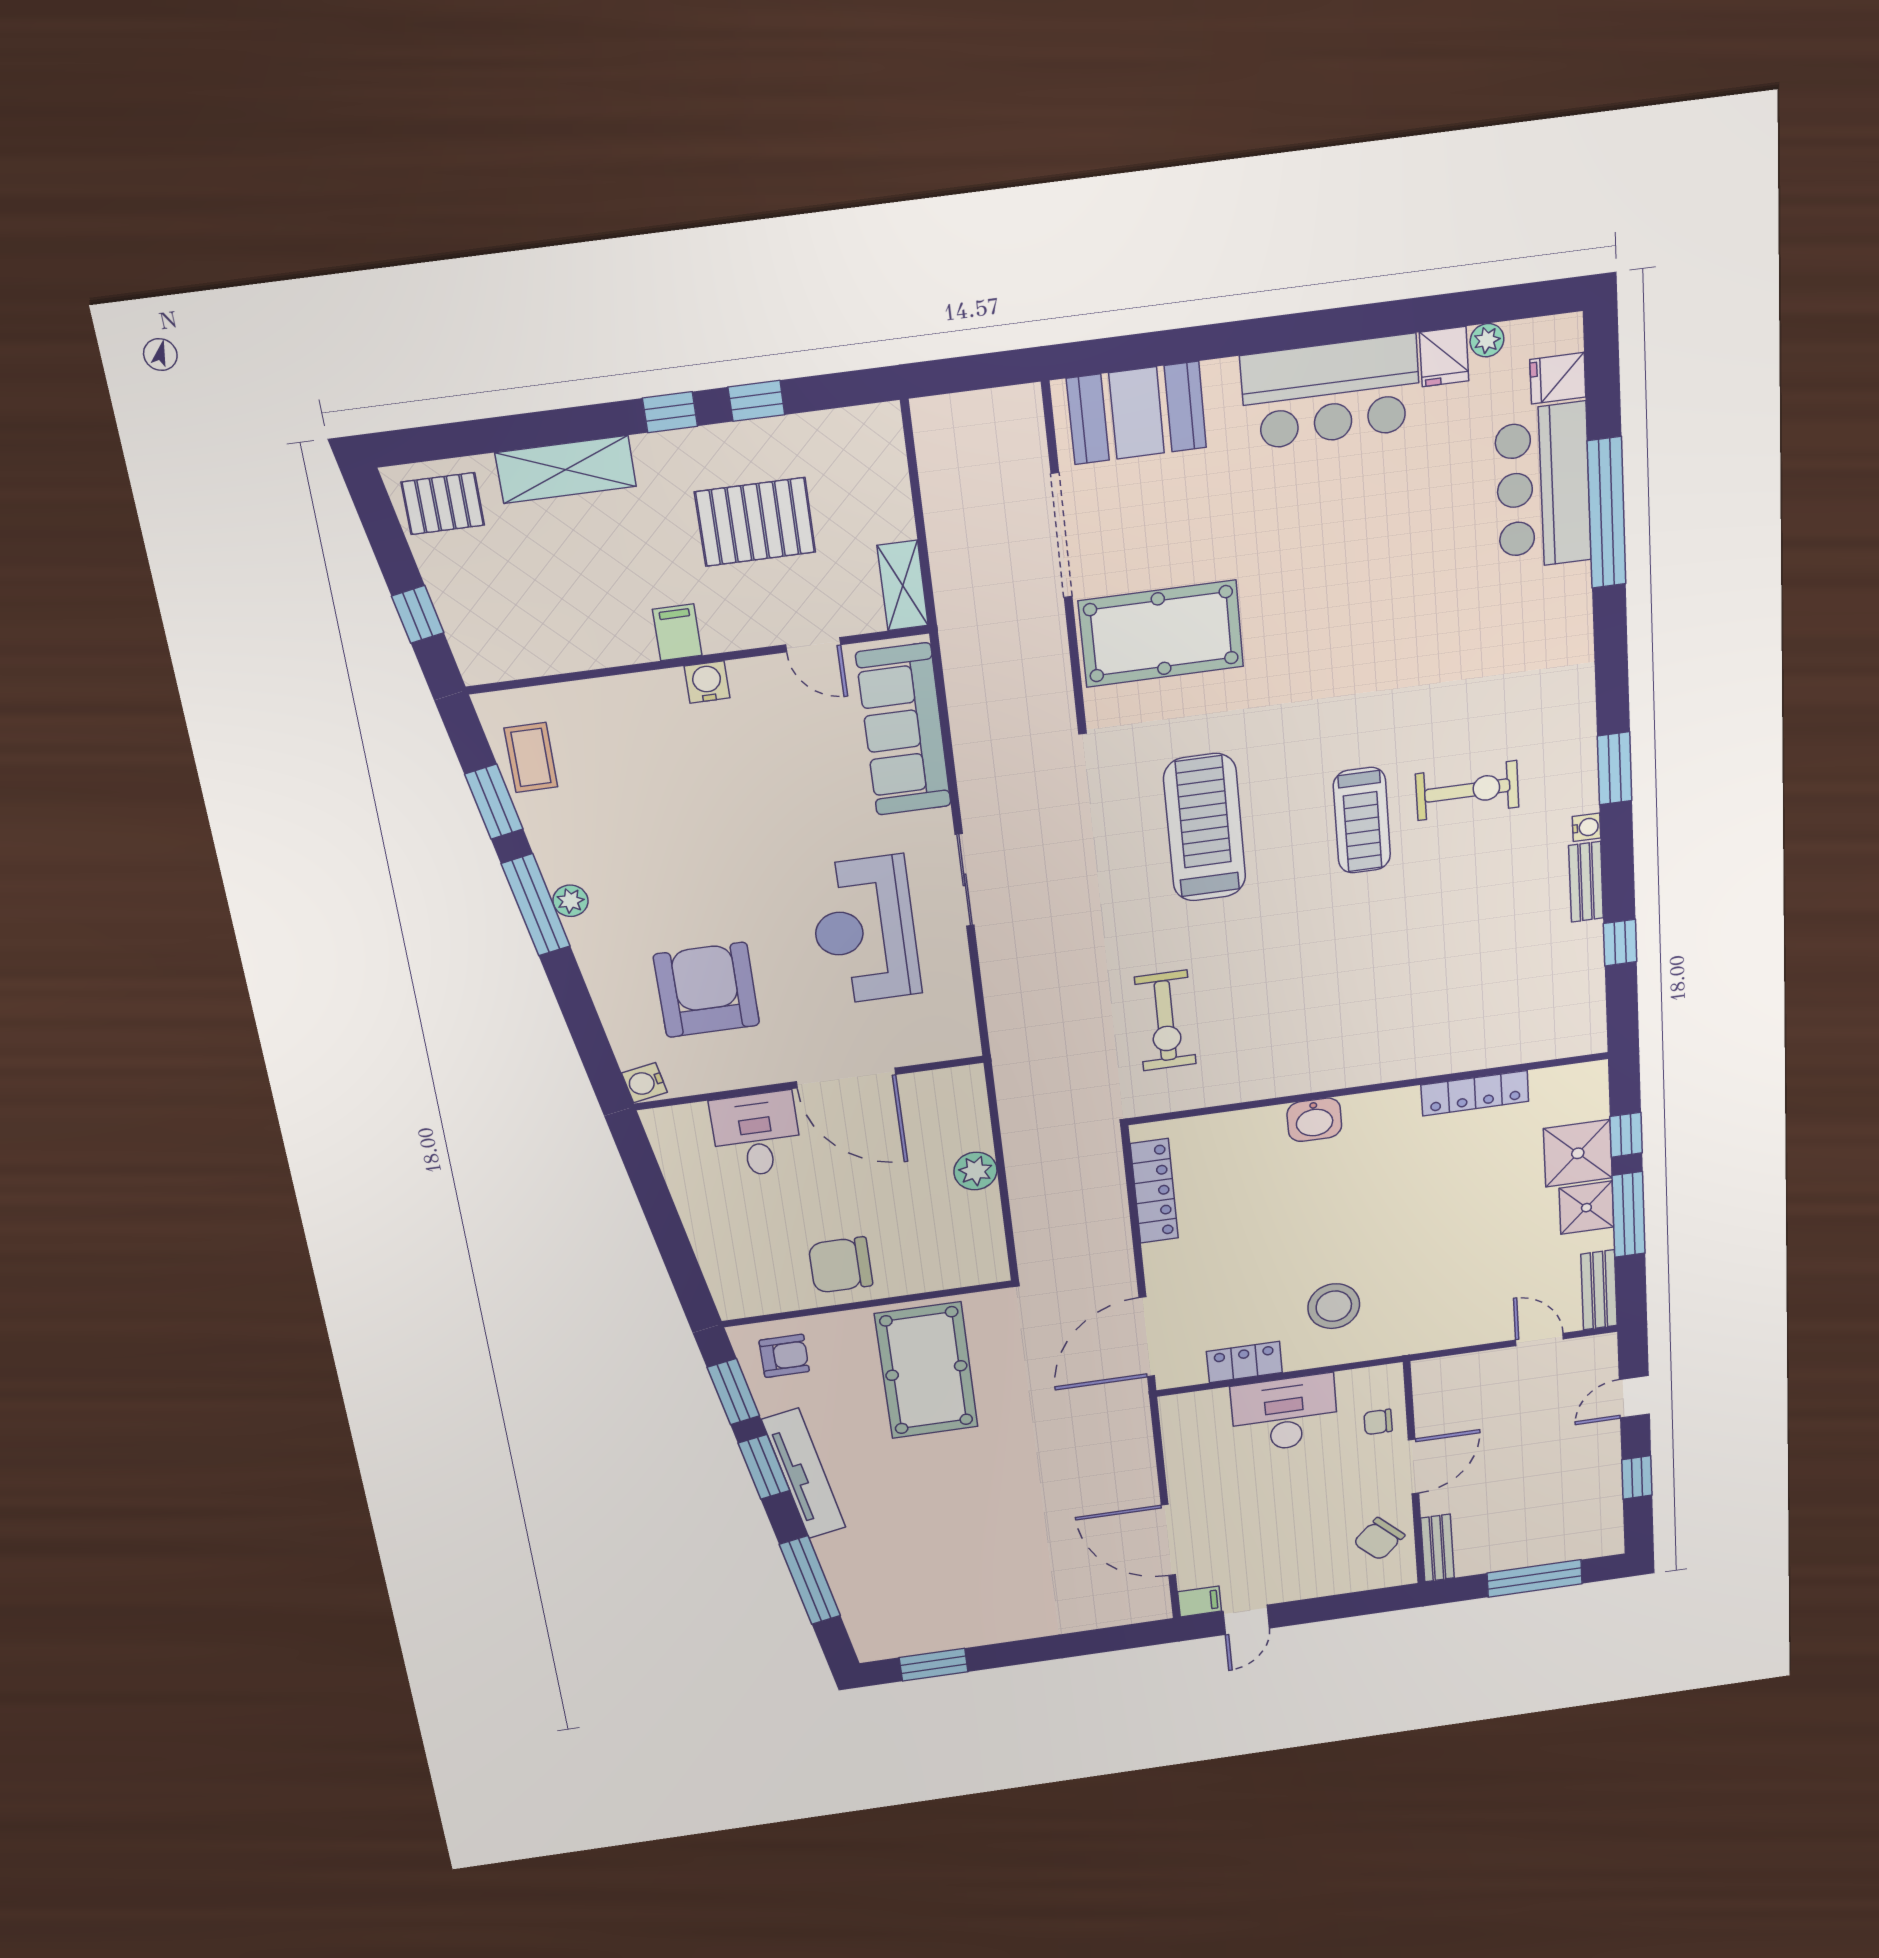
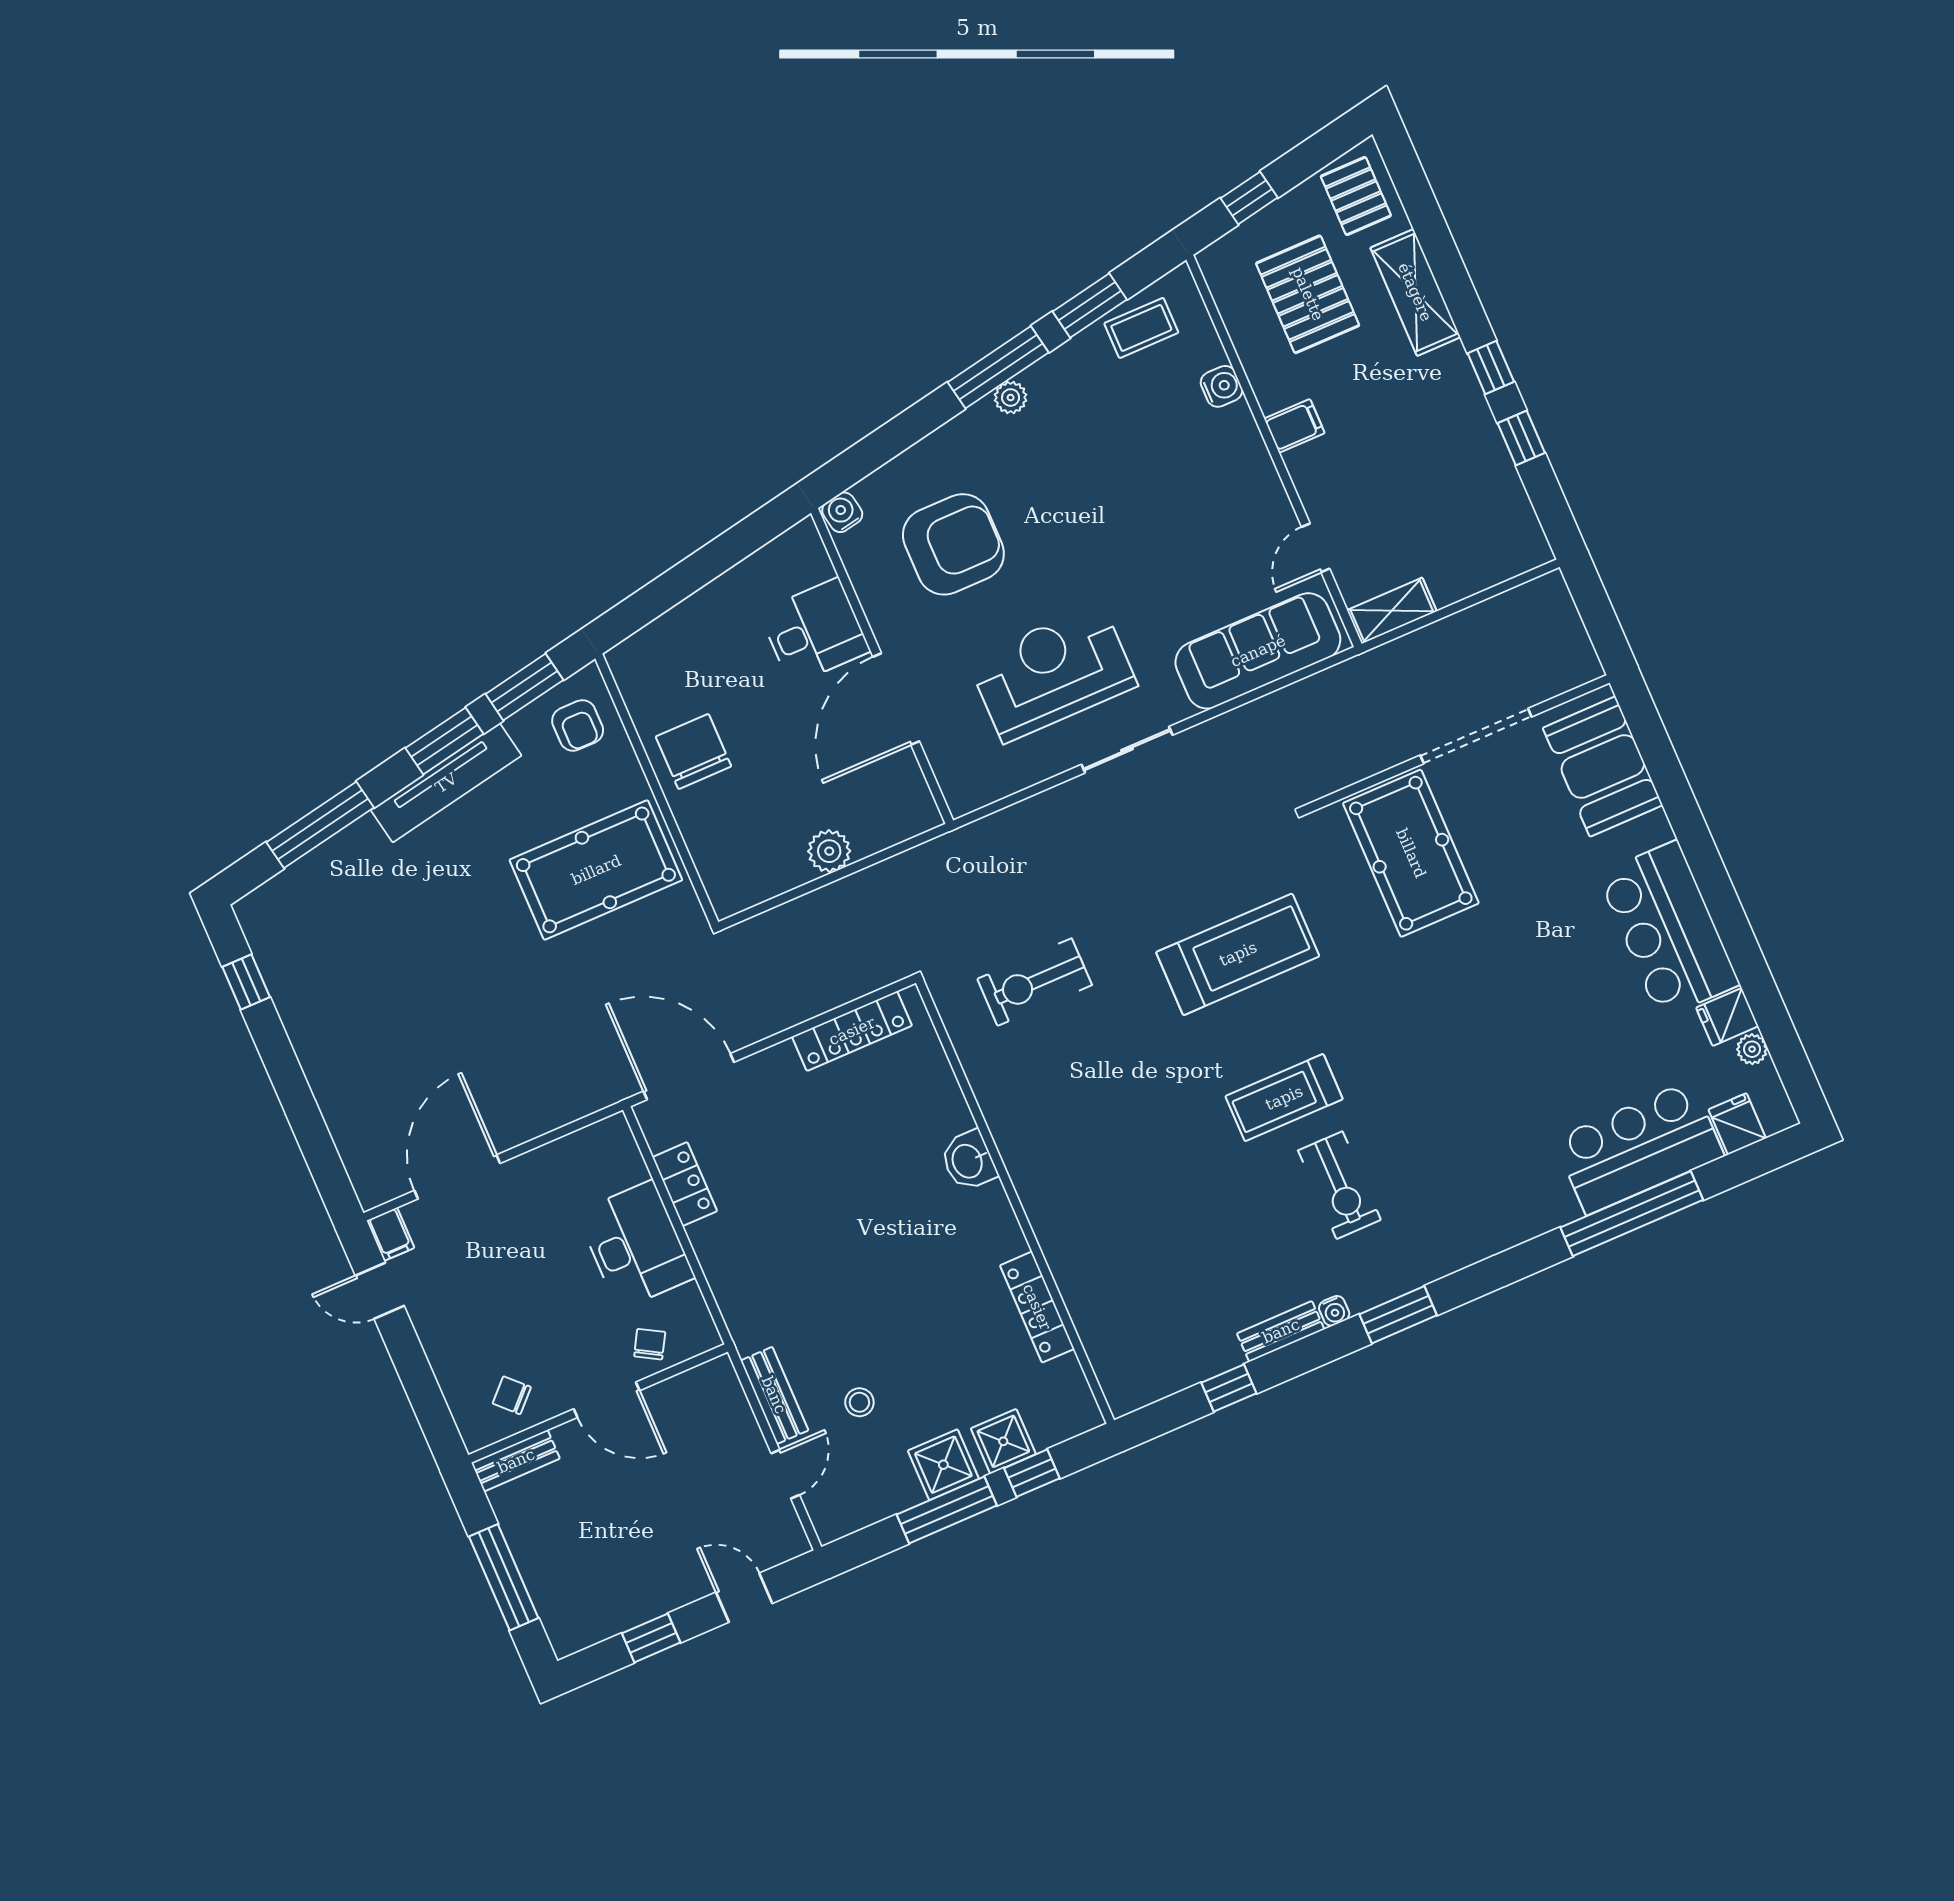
pallet: (755, 522) -> (1308, 294), moved
water cooler: (707, 682) -> (1221, 386), moved
shower: (1578, 1153) -> (1003, 1441), width x0.73, depth x0.73
bench: (1599, 1290) -> (774, 1395), moved, turned 90
stool: (1334, 1306) -> (859, 1402), moved, width x0.53, depth x0.53
chair: (1378, 1422) -> (650, 1344), turned 30
chair: (1379, 1539) -> (512, 1395), width x0.73, depth x0.73
window: (934, 1665) -> (246, 982), width x0.67

